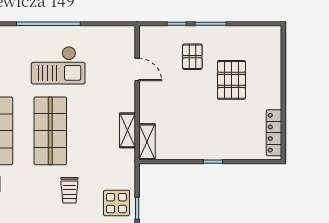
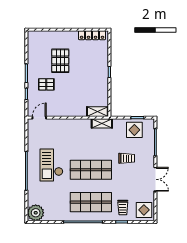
checkout: (58, 65) -> (51, 165), turned 180
door: (137, 70) -> (39, 118), moved
pallet: (232, 80) -> (60, 61), turned 90
shelving: (127, 130) -> (102, 123), moved

